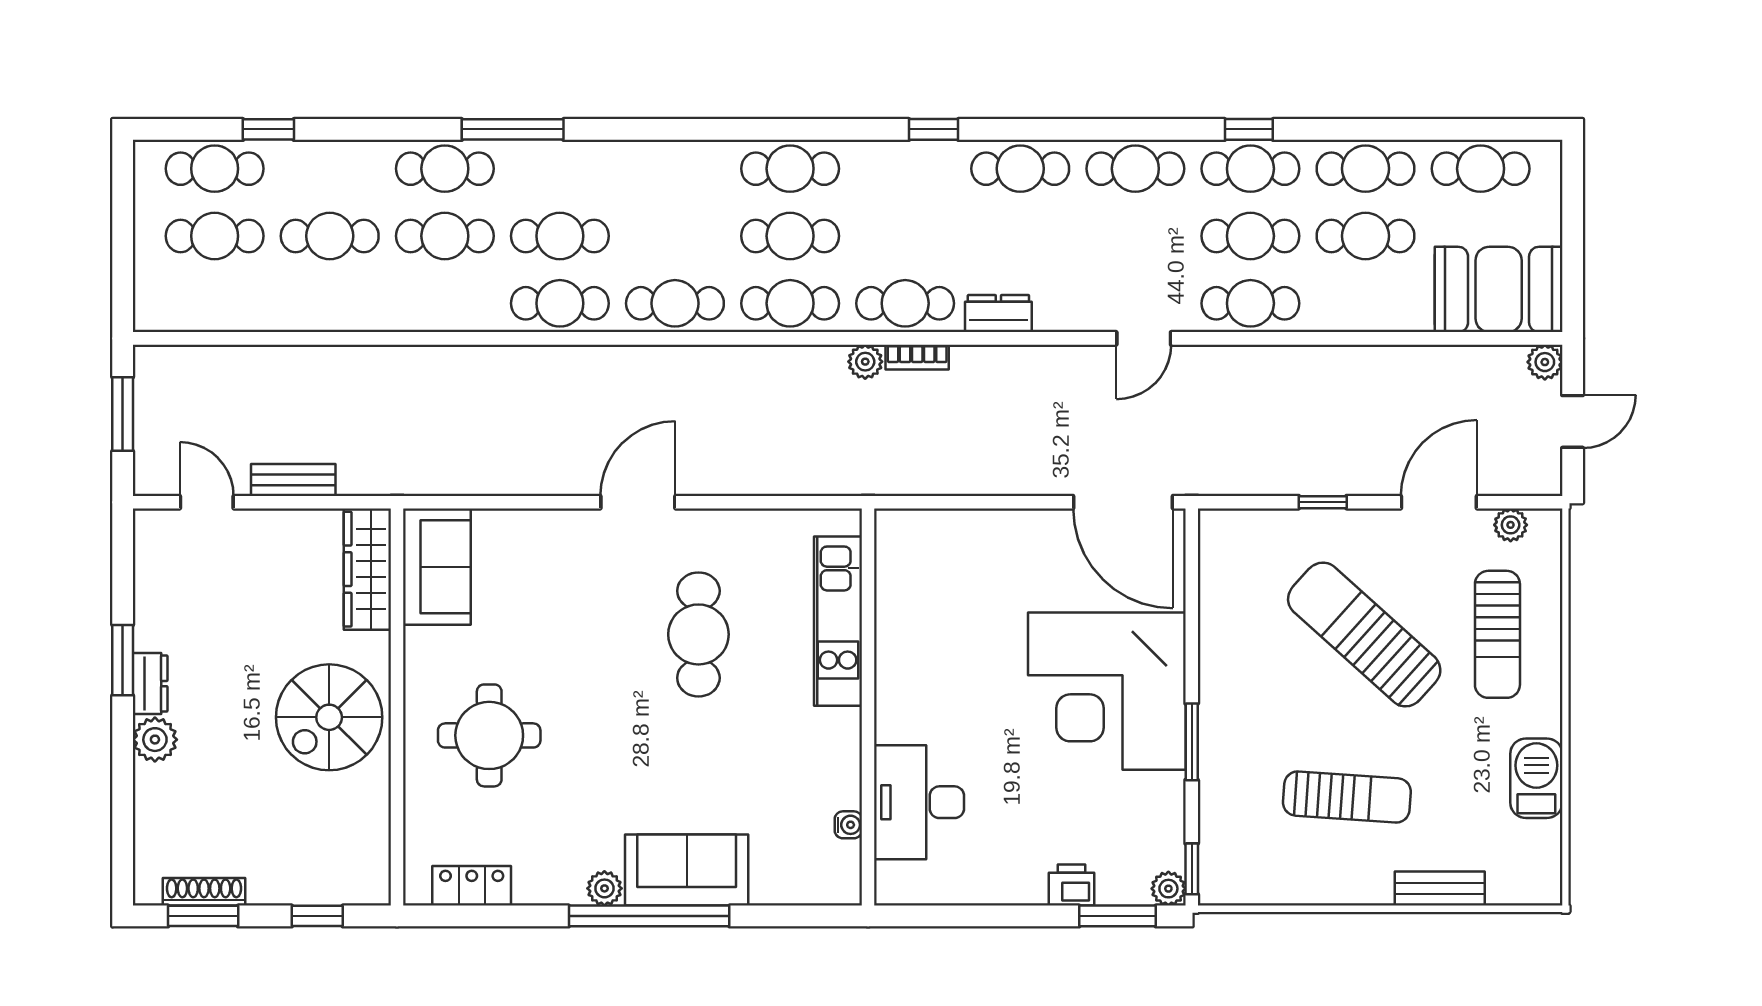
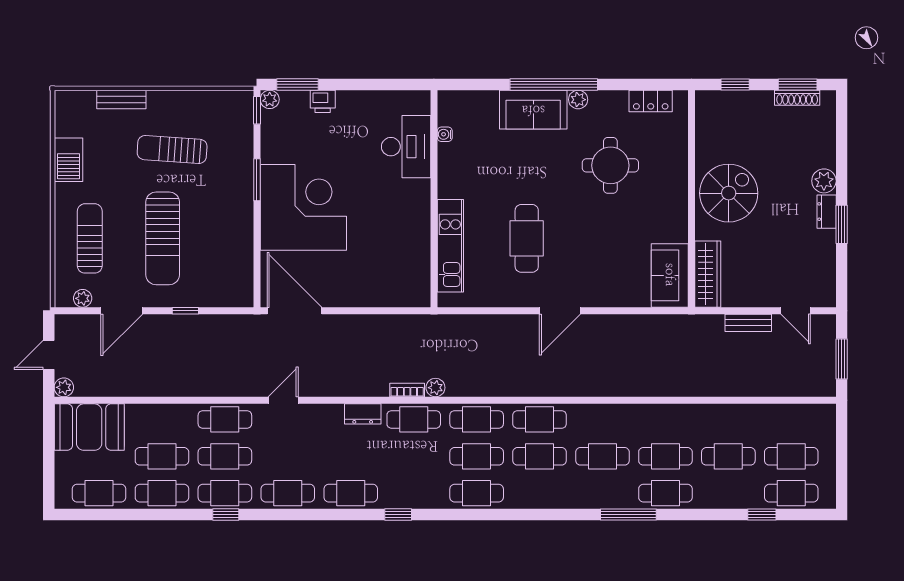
cafe table: (560, 303) -> (540, 456), moved
sun lounger: (1364, 634) -> (163, 238), turned 48
round table: (489, 735) -> (610, 165), moved

